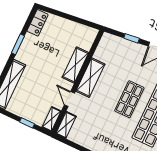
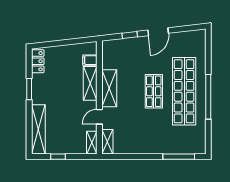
filing cabinet: (85, 44) -> (90, 60), added
door: (69, 99) -> (99, 117), hinge flipped
window: (27, 123) -> (58, 157), moved

